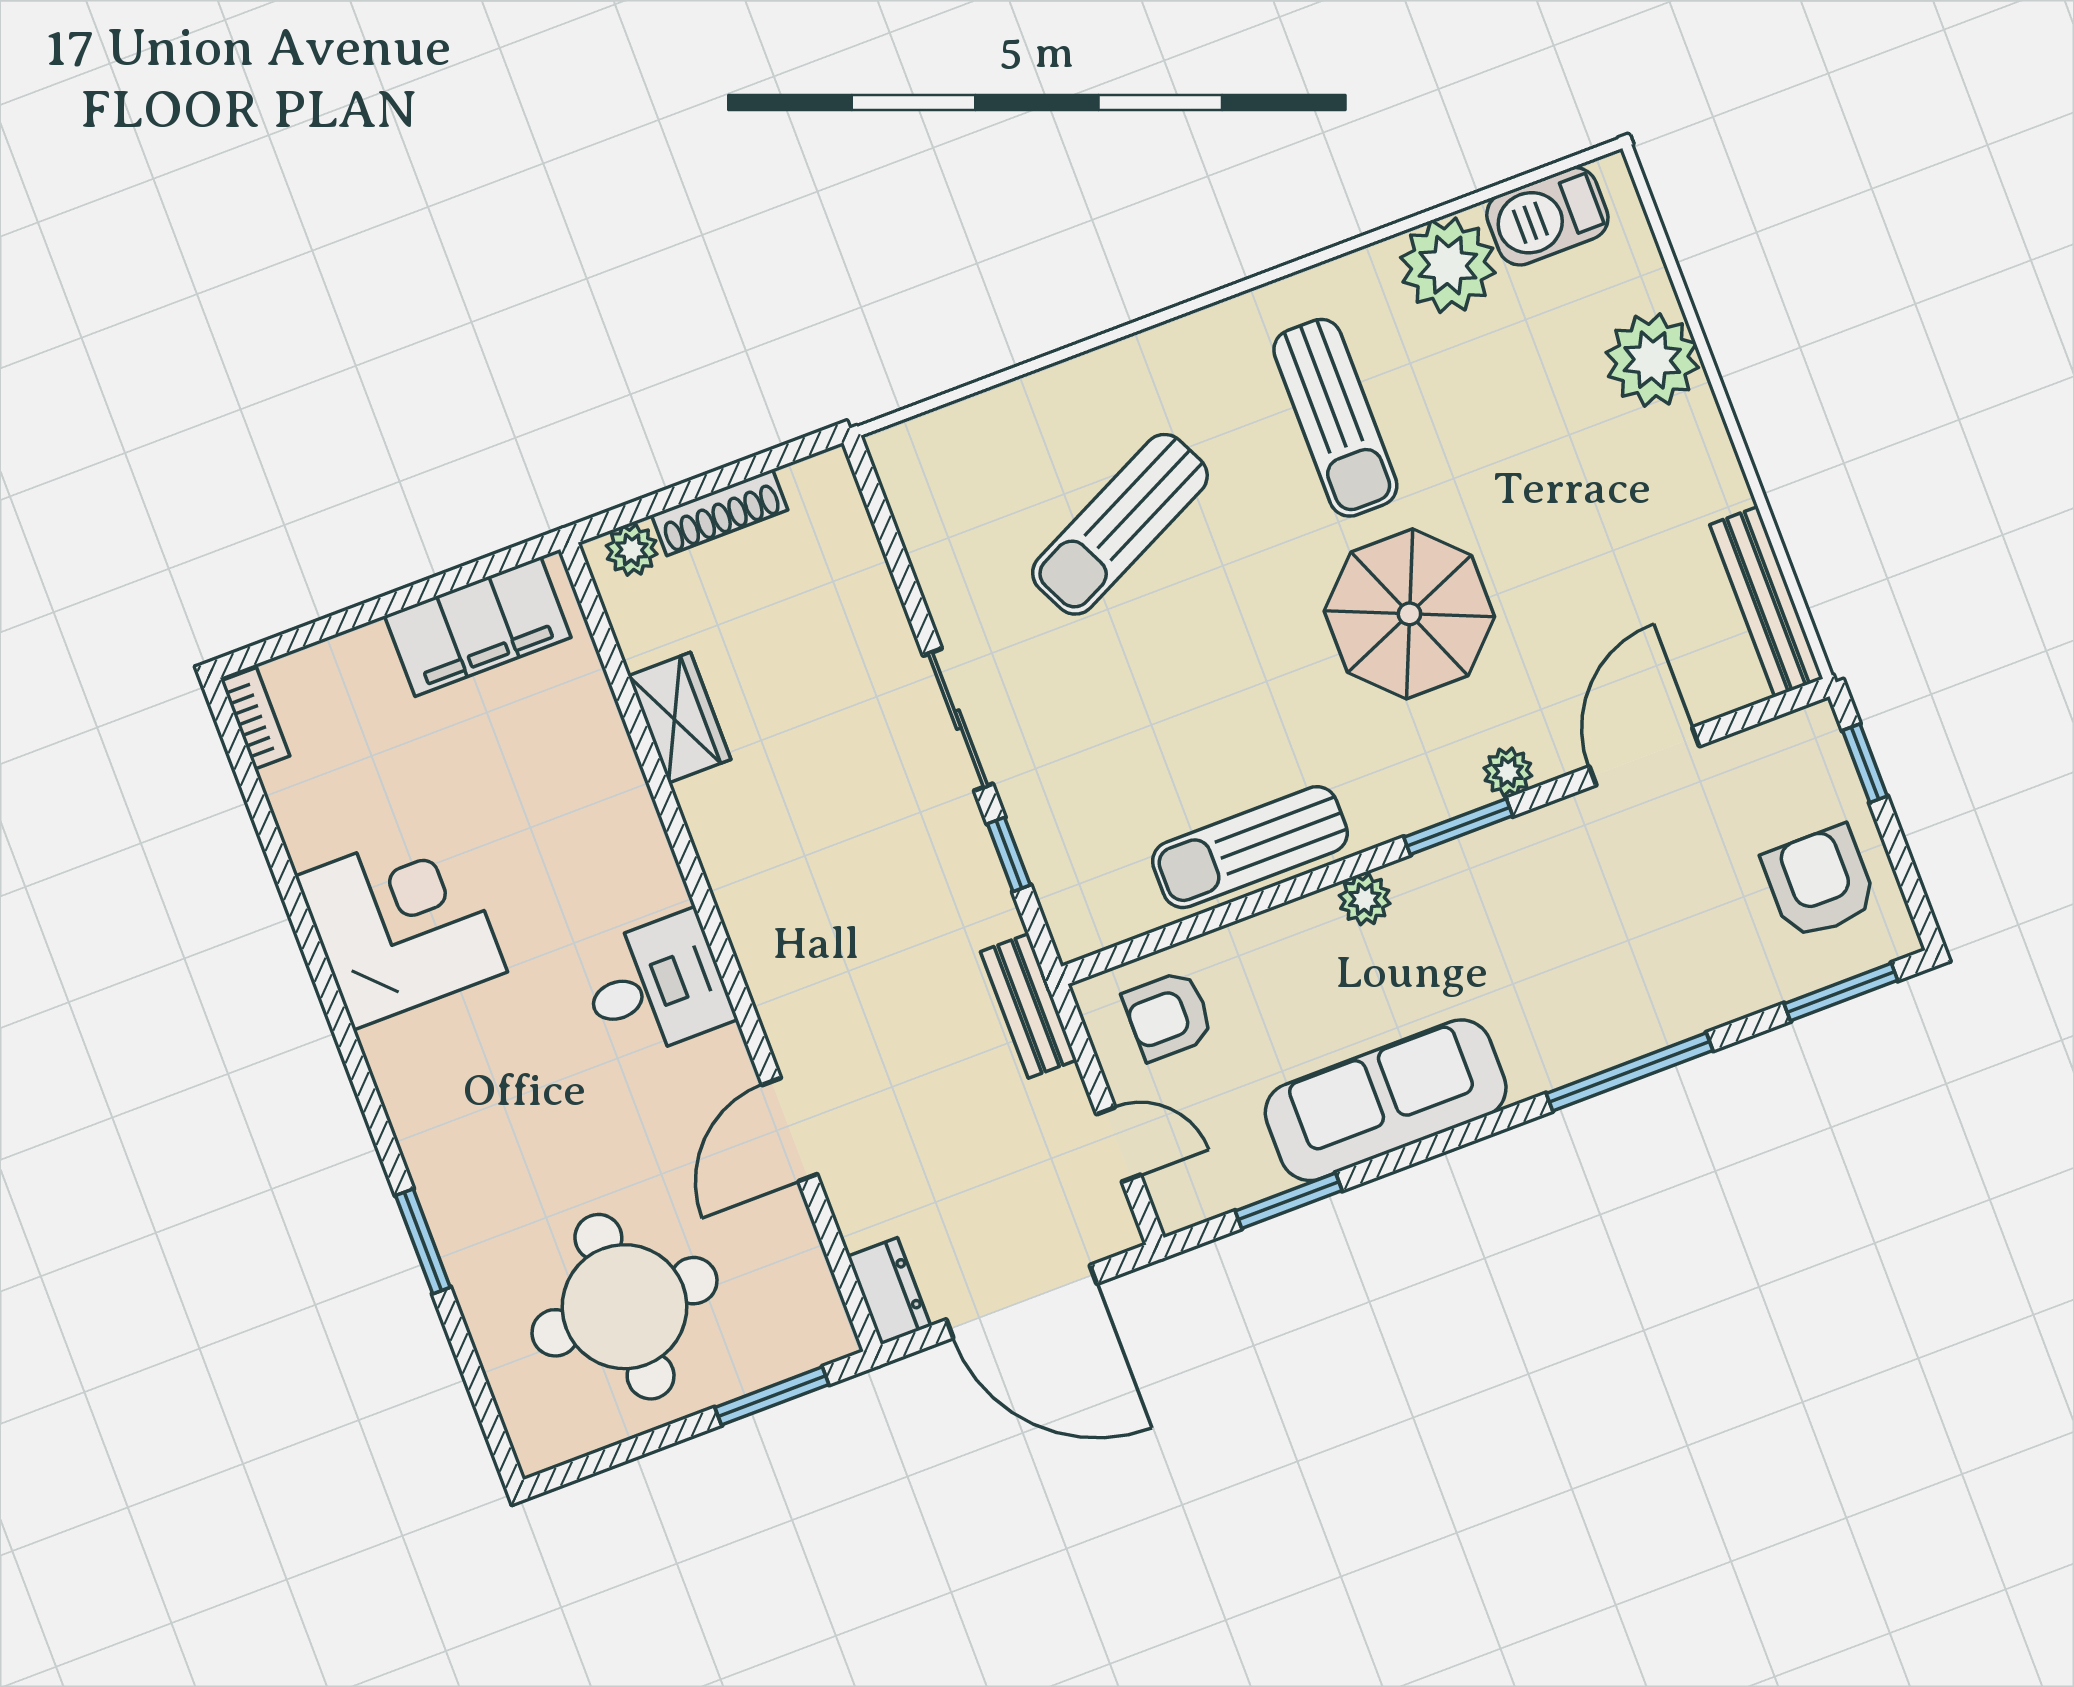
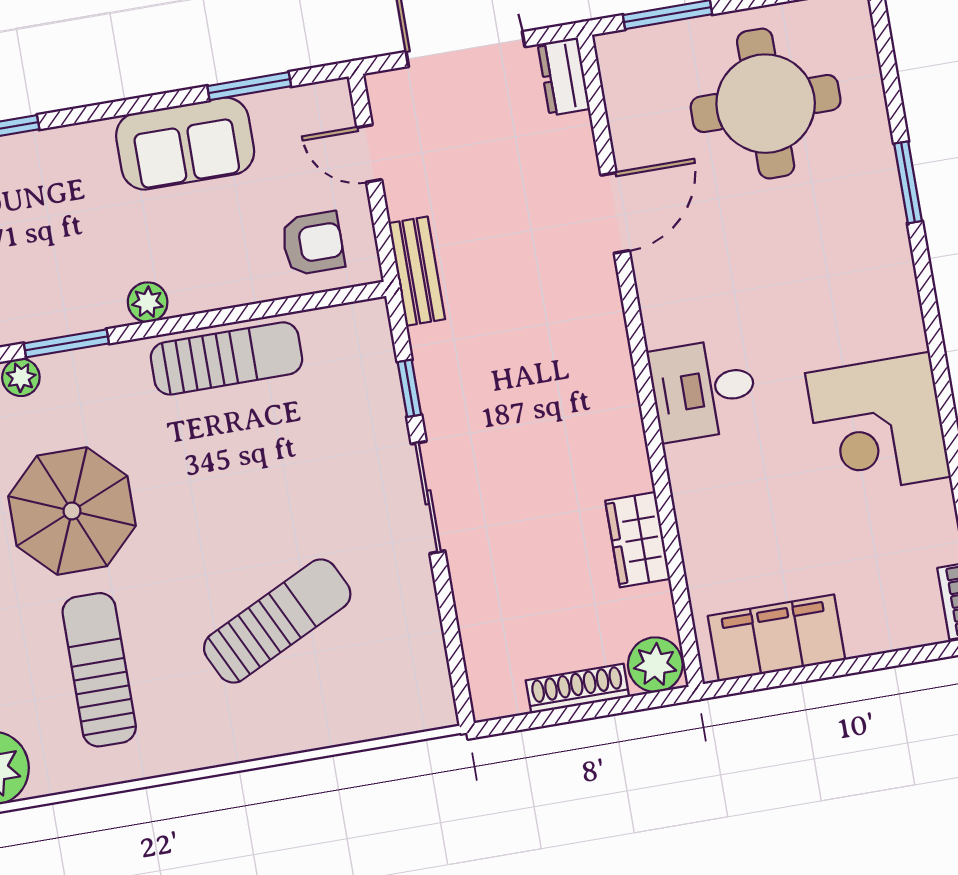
plant: (632, 550) -> (655, 665), width x1.38, depth x1.38
desk: (656, 986) -> (703, 390), moved
sofa: (1386, 1100) -> (185, 144), width x0.73

